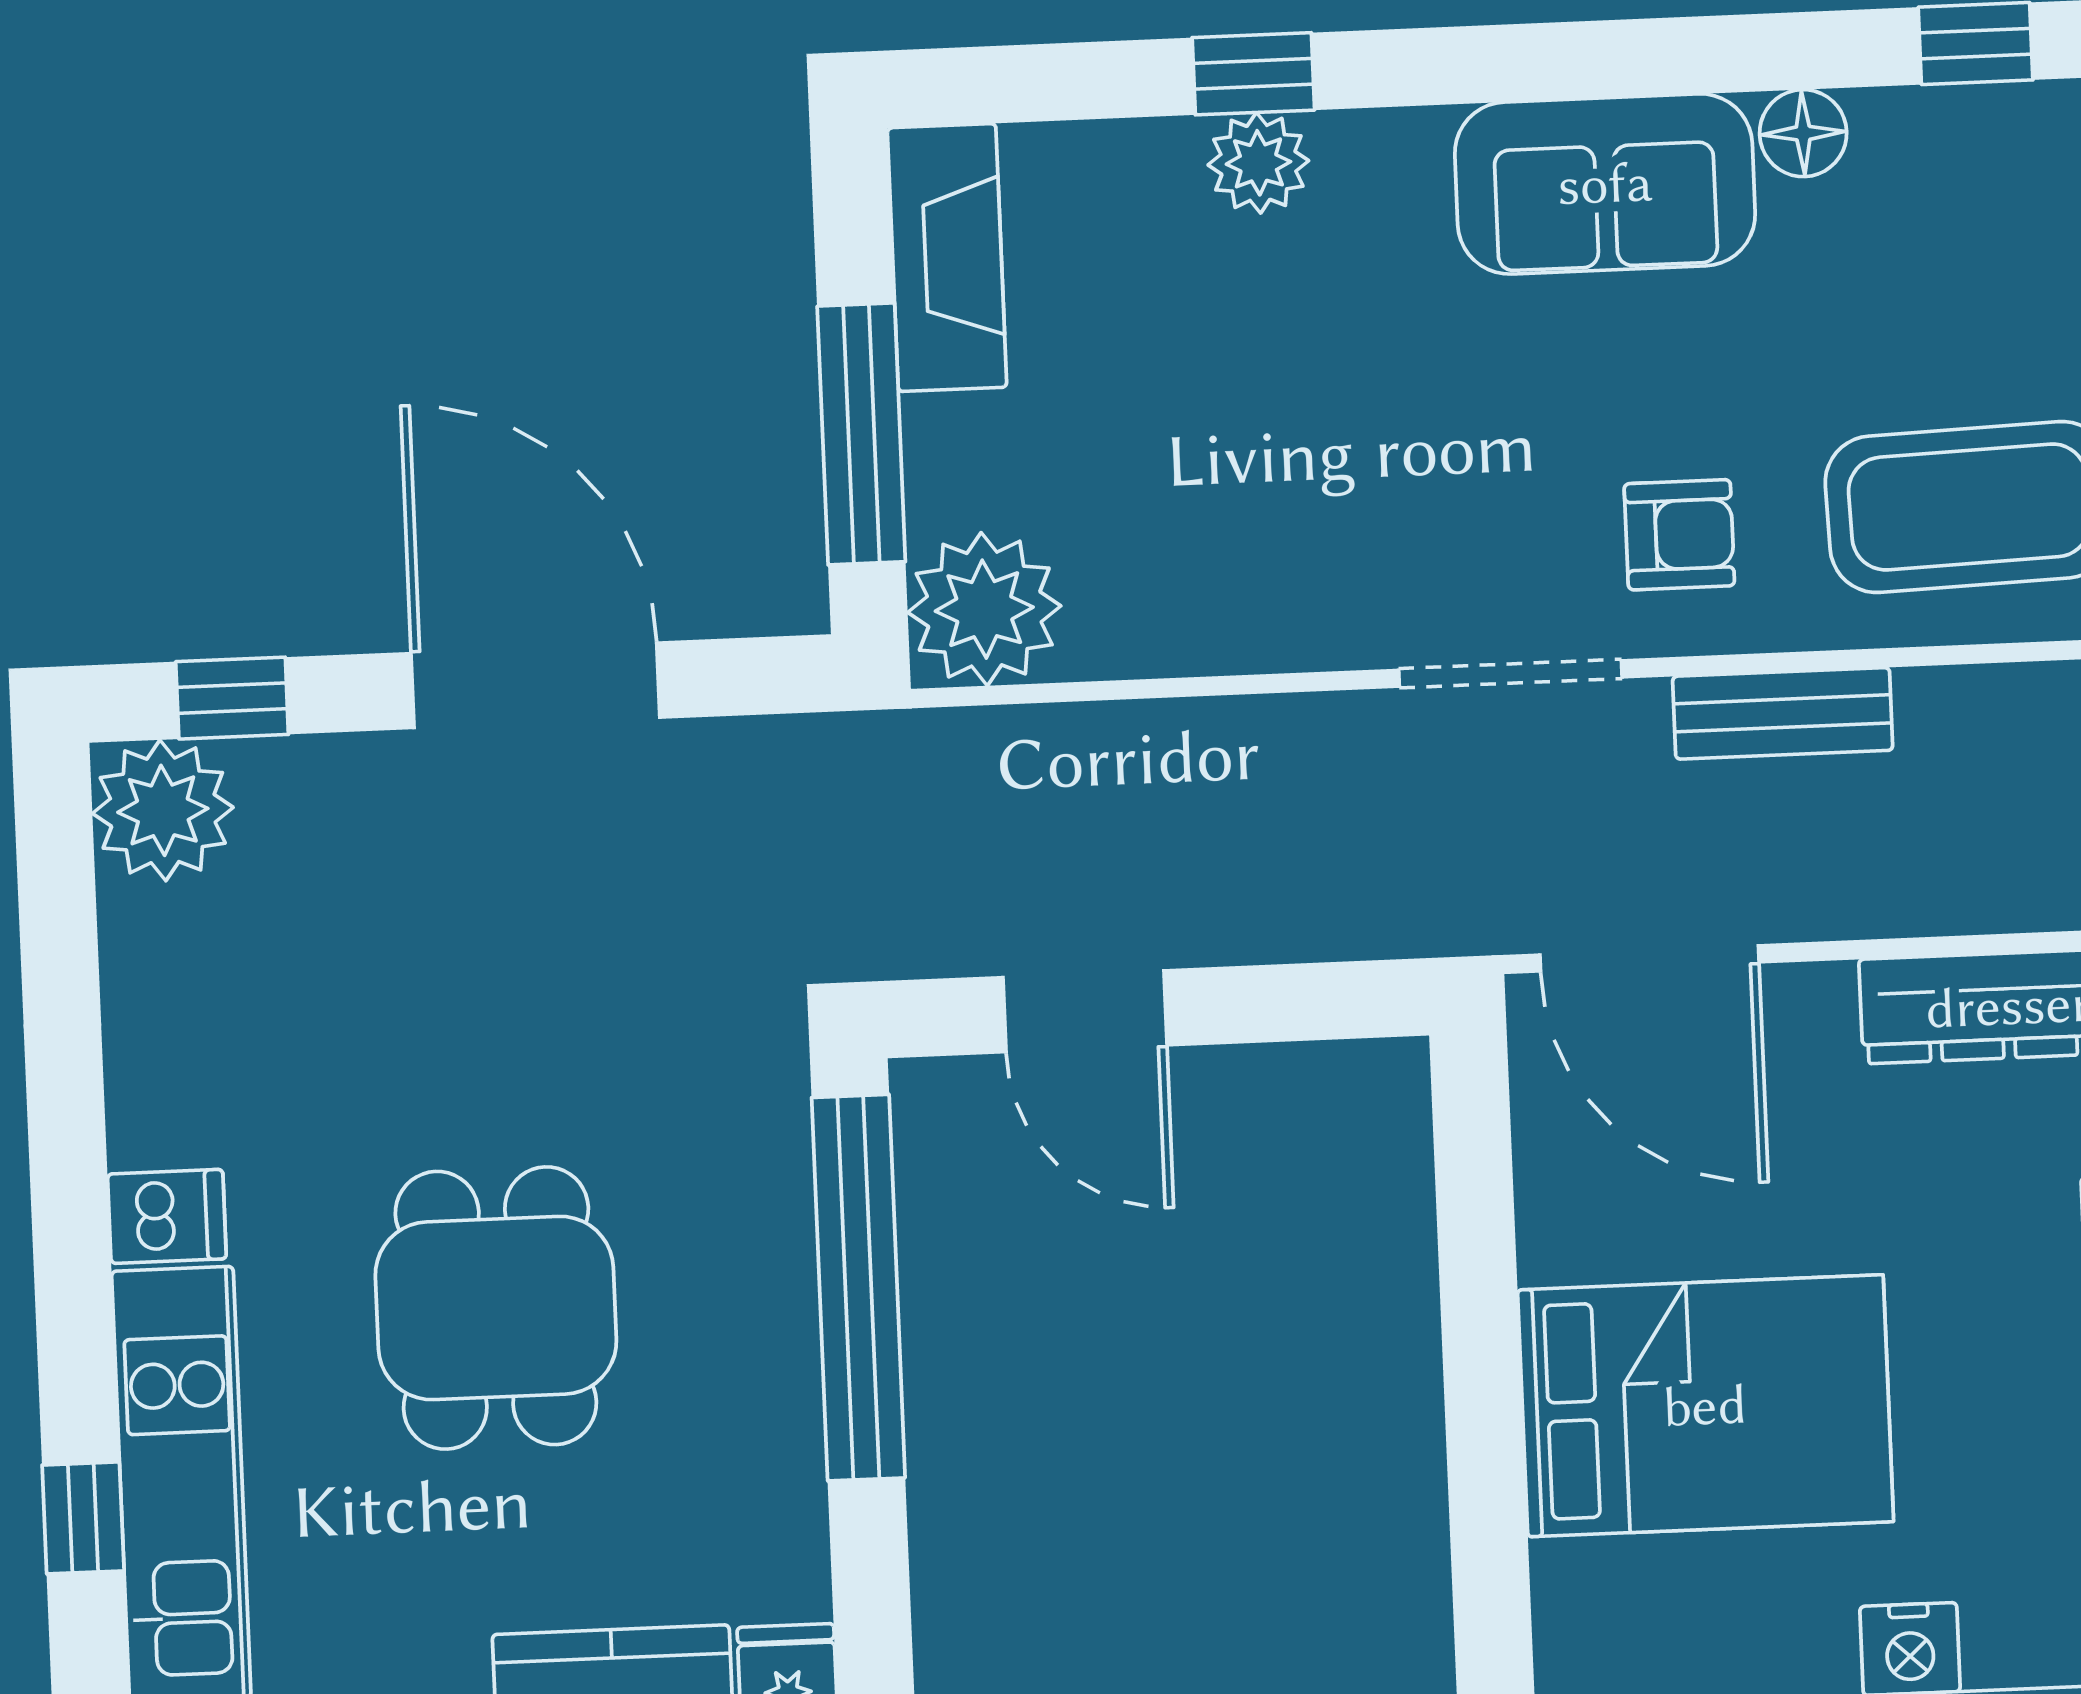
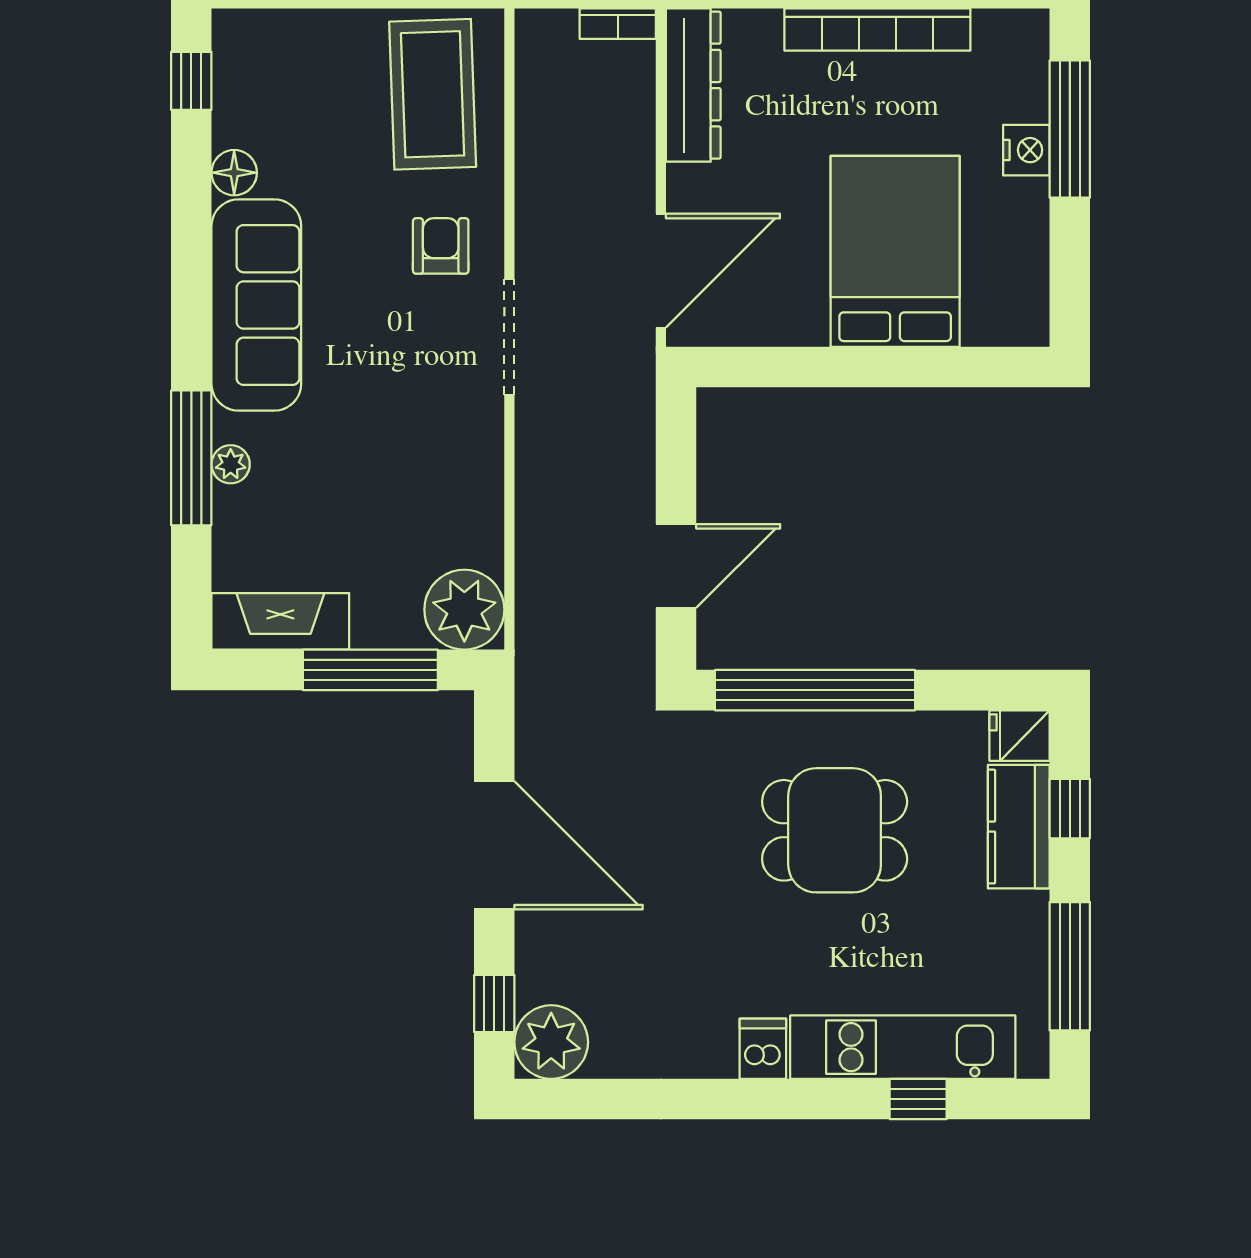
window: (1253, 74) -> (191, 458), width x2.17
plant: (1258, 163) -> (231, 464), width x0.73, depth x0.73
sofa: (1605, 184) -> (256, 305), width x1.36
door: (535, 685) -> (494, 845), swing flipped
bench: (1783, 713) -> (536, 196), removed
dining table: (496, 1308) -> (835, 830), moved

